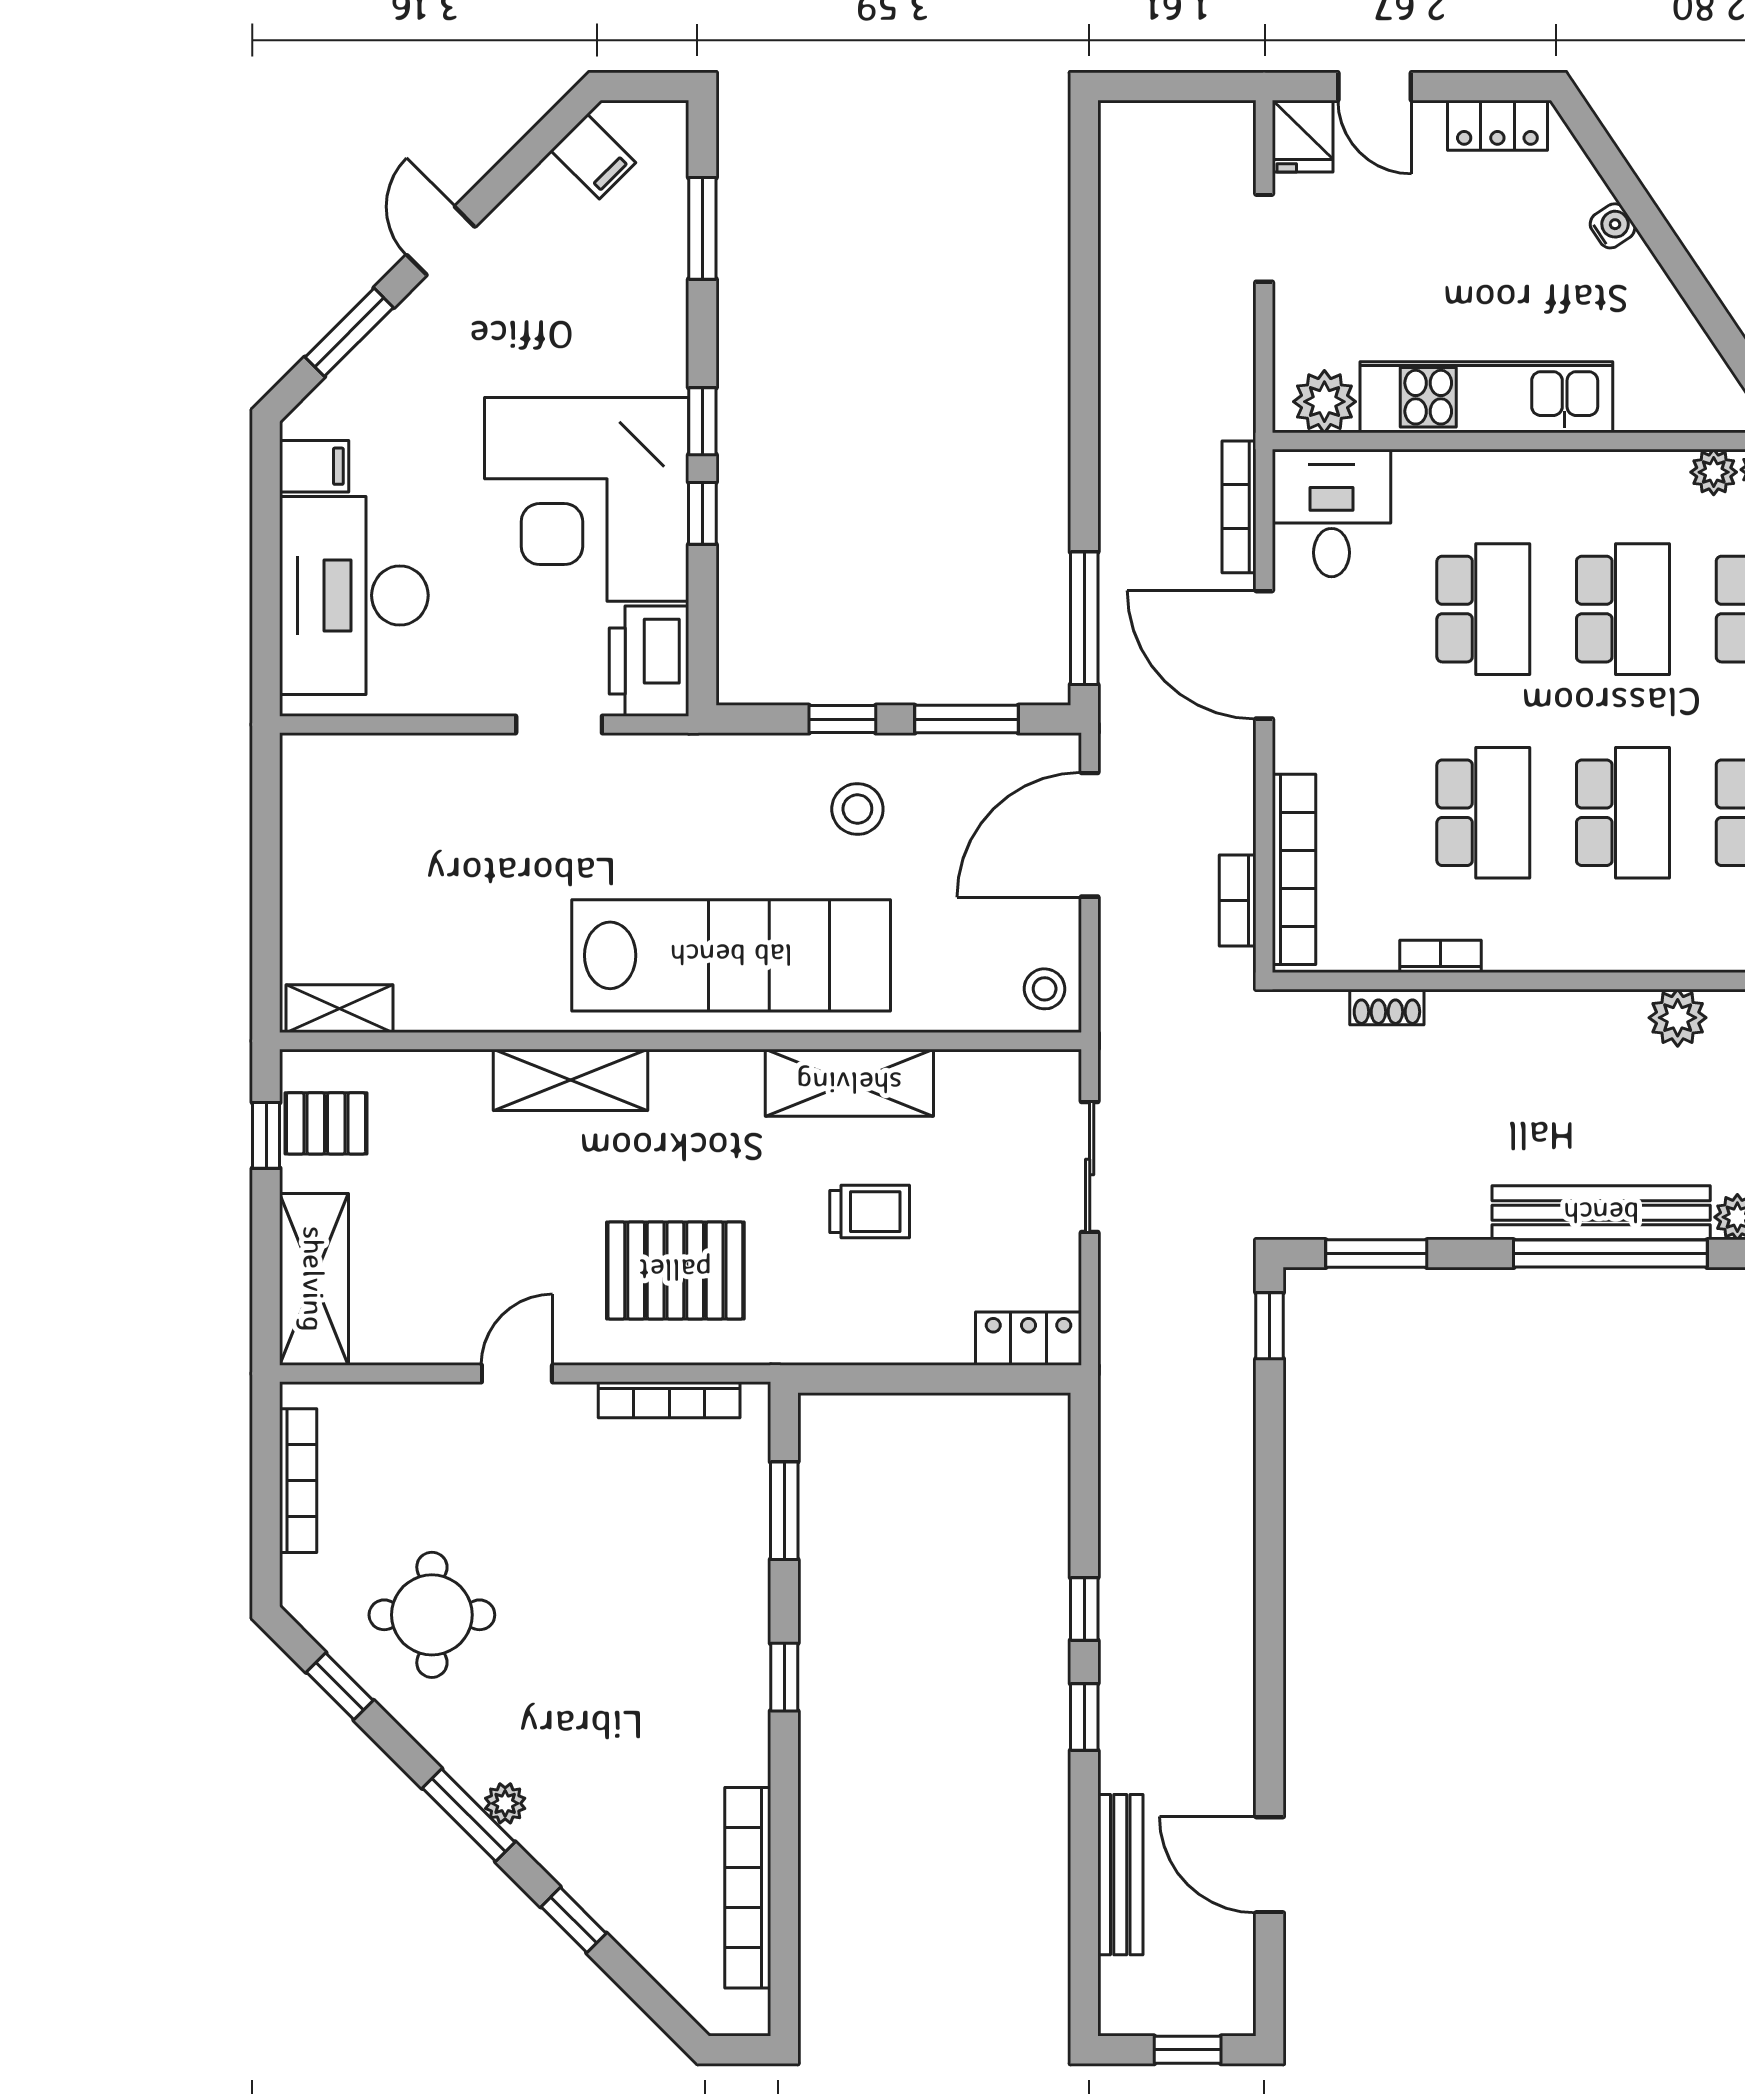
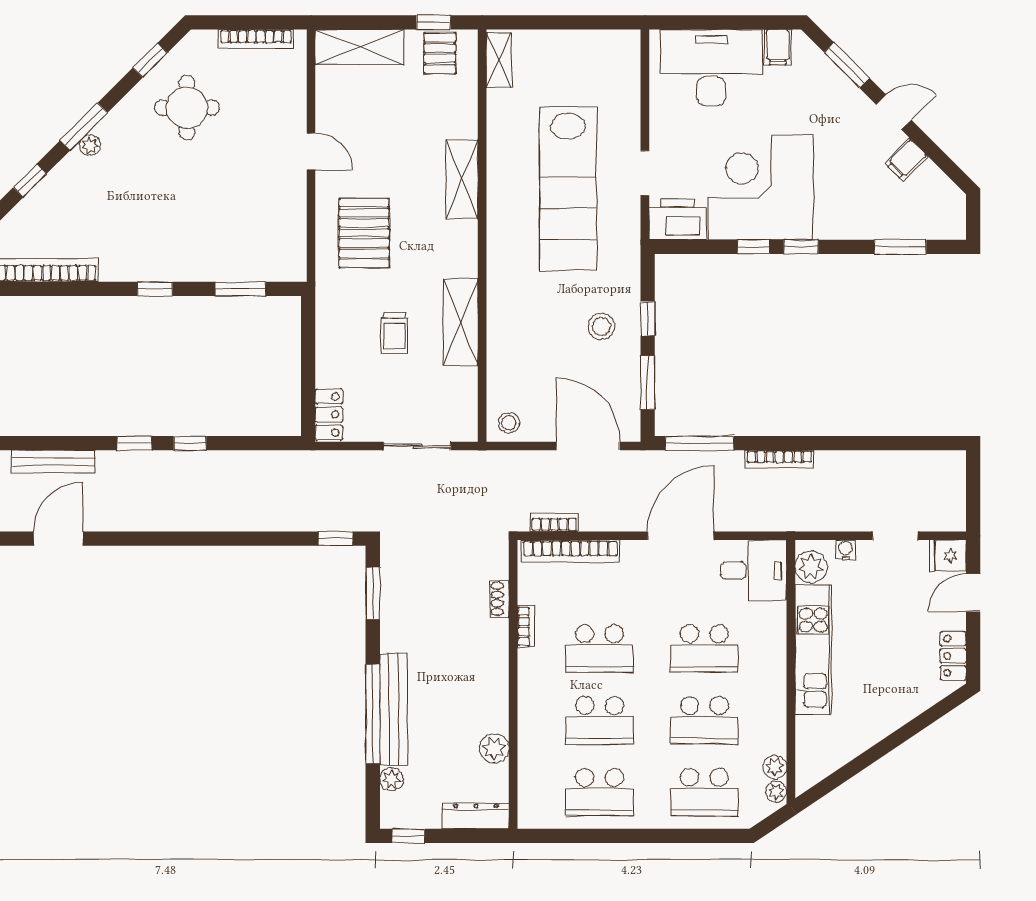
filing cabinet: (593, 157) -> (906, 160), moved
water cooler: (1612, 226) -> (845, 550), moved, turned -146
bookcase: (1239, 507) -> (779, 459), moved, turned 180
lab bench: (731, 955) -> (568, 189), moved
bookcase: (669, 1400) -> (298, 230), removed

